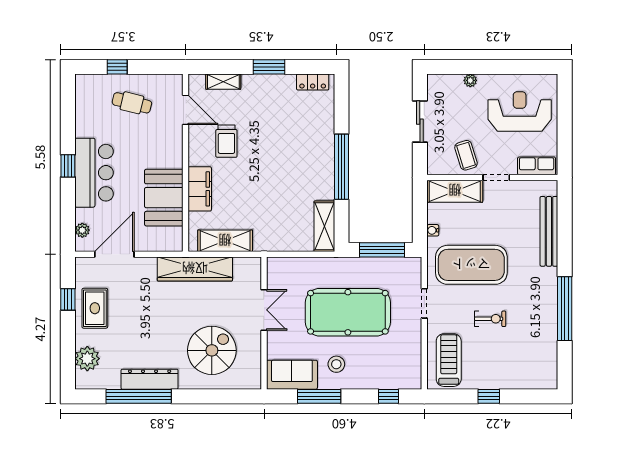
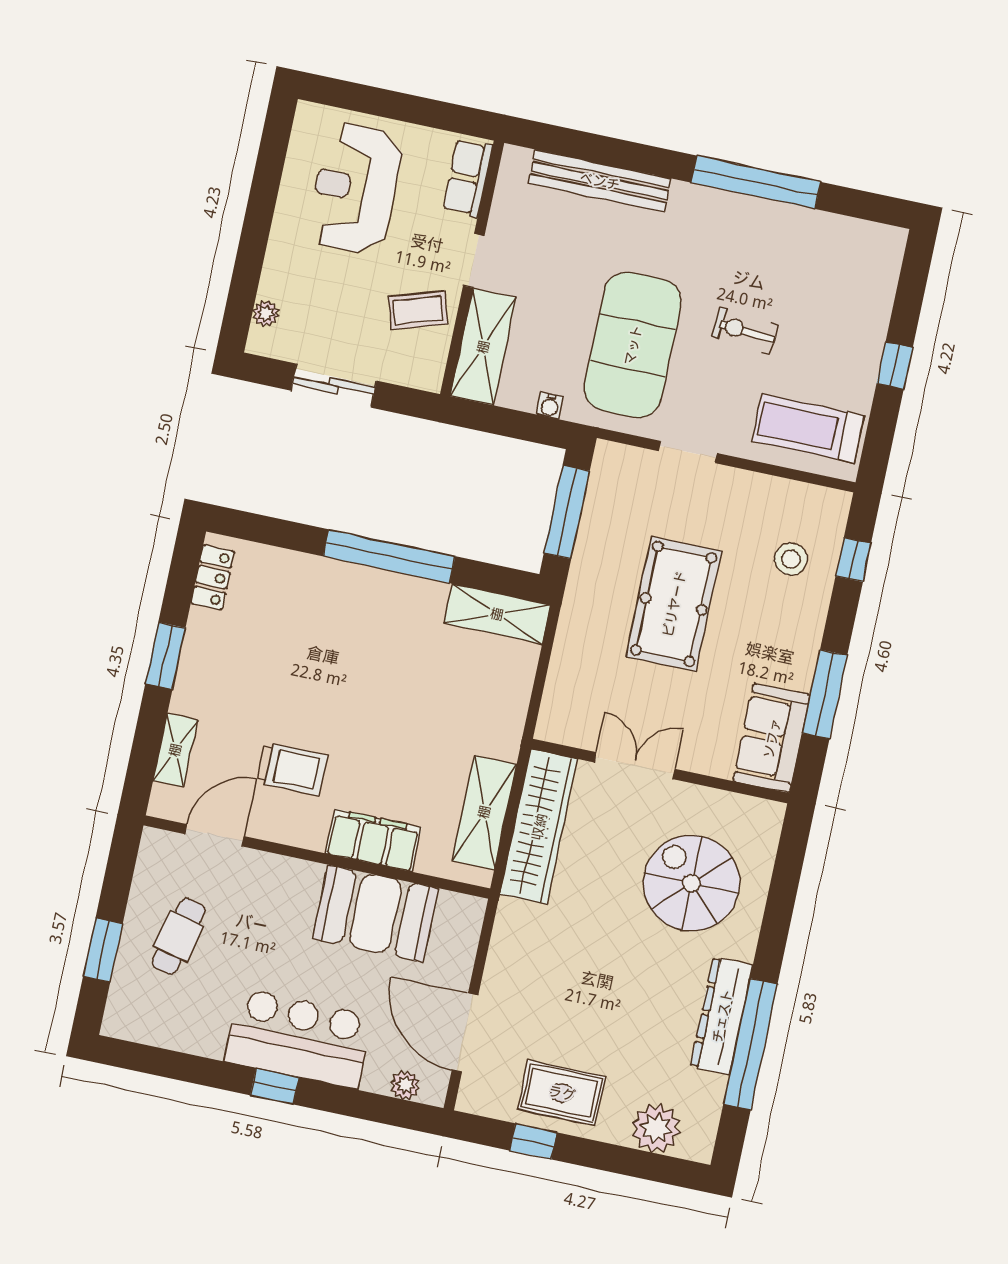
window: (117, 67) -> (103, 950), width x1.50
plant: (470, 80) -> (266, 314), moved
wardrobe: (195, 269) -> (539, 827), moved
pool table: (348, 312) -> (674, 604), width x0.73, depth x0.76
exercise bike: (490, 319) -> (745, 331), turned -85
stool: (336, 364) -> (791, 559), moved

